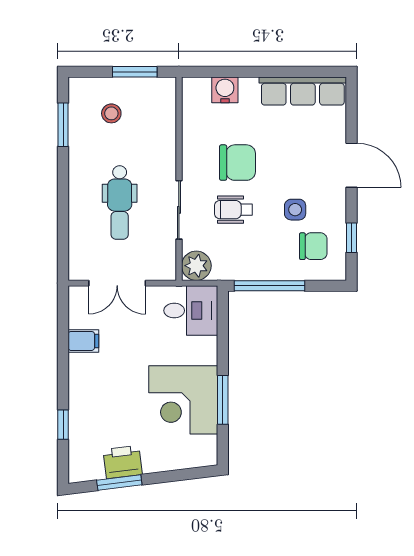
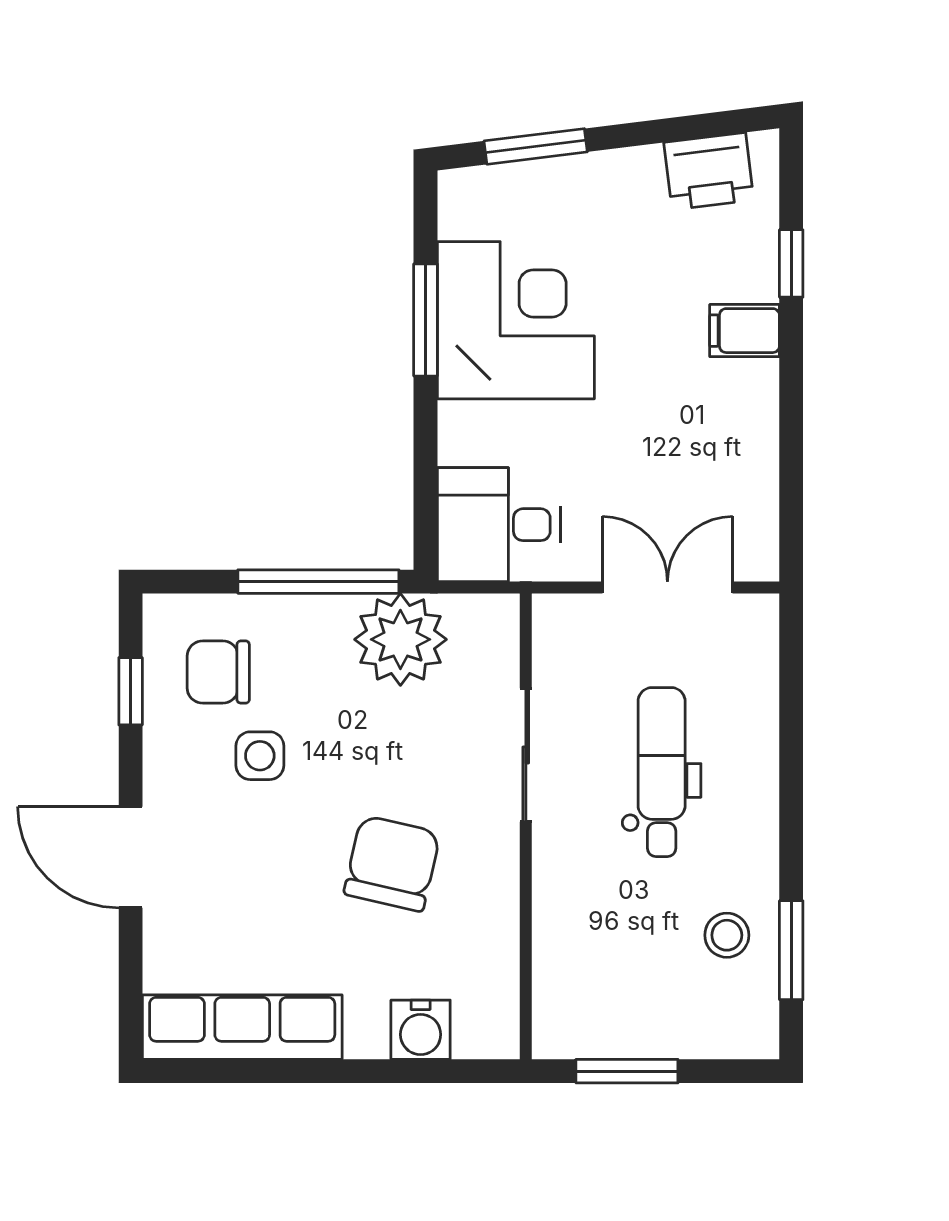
stool: (111, 113) -> (727, 935), moved
chair: (237, 163) -> (392, 863), turned 103
wheelchair: (233, 210) -> (401, 756), removed
plant: (196, 266) -> (400, 639), moved, width x1.36, depth x1.36
filing cabinet: (83, 341) -> (745, 331), moved
printer: (123, 462) -> (709, 171), moved
window: (119, 483) -> (536, 146), moved

